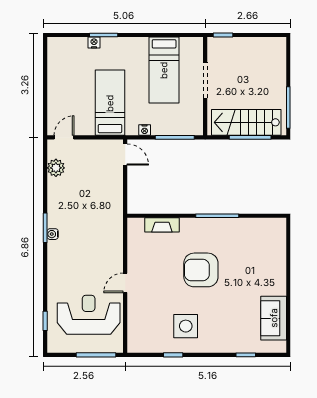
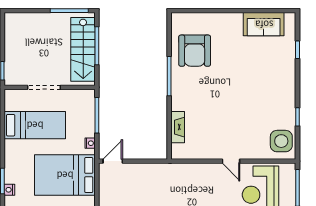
bed: (110, 103) -> (65, 175), width x1.50
armchair: (201, 270) -> (195, 51), moved
side table: (186, 326) -> (281, 141), moved

